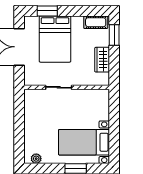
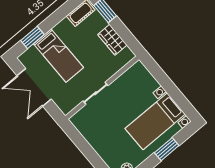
bed: (55, 39) -> (58, 56), width x0.67

